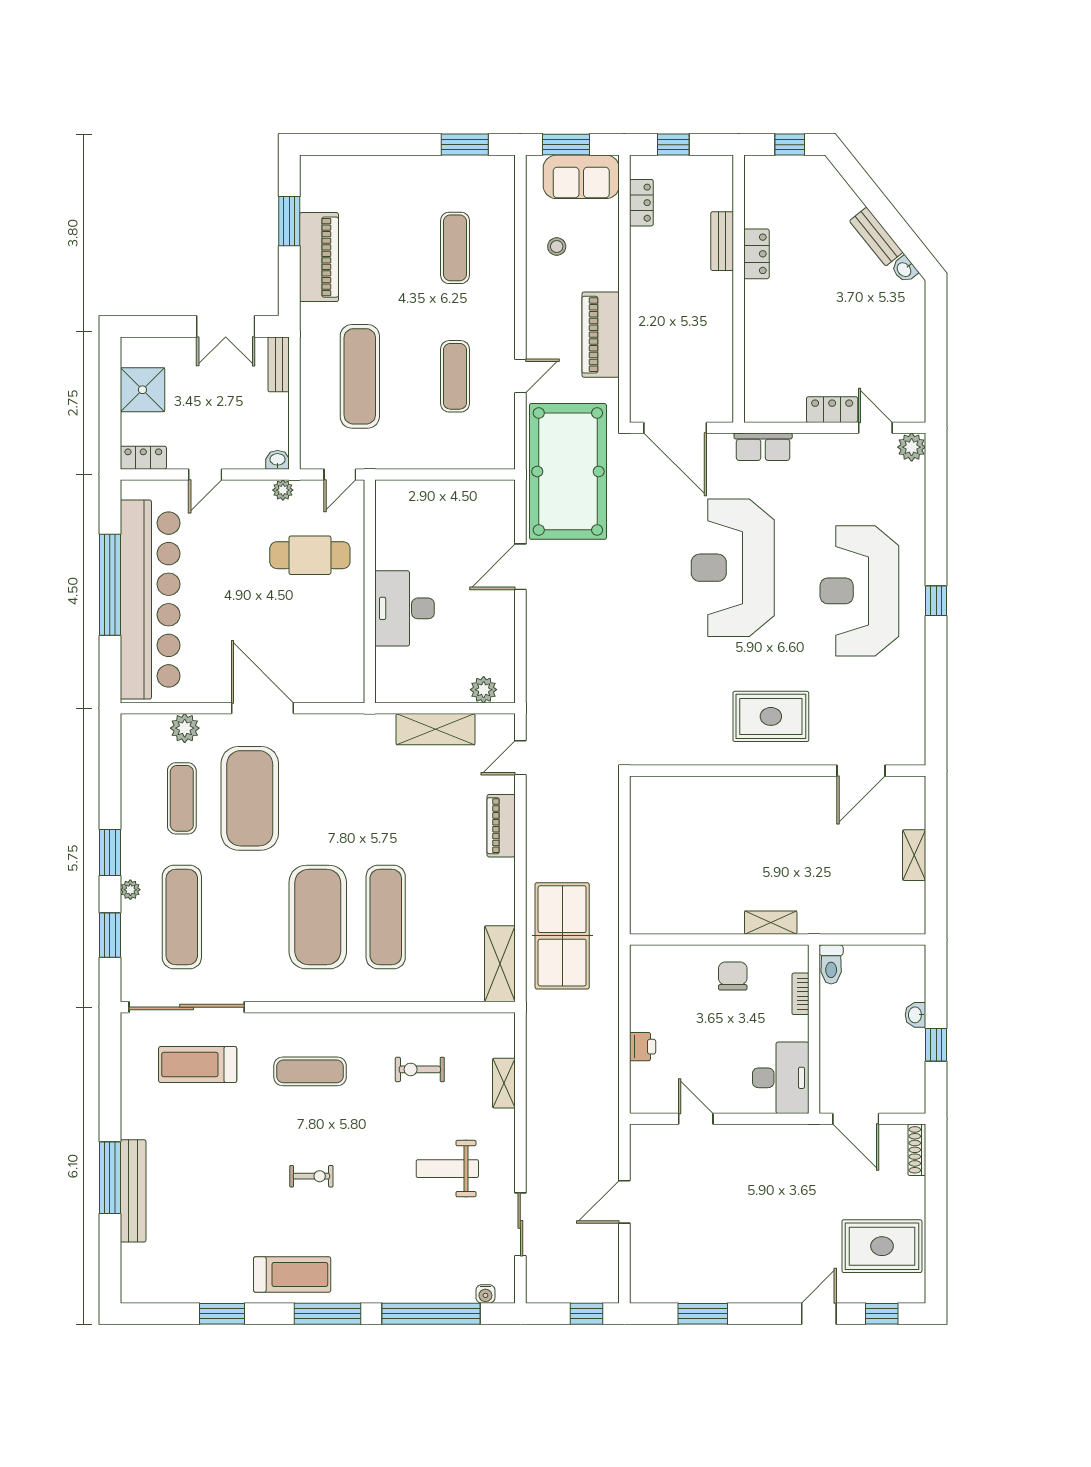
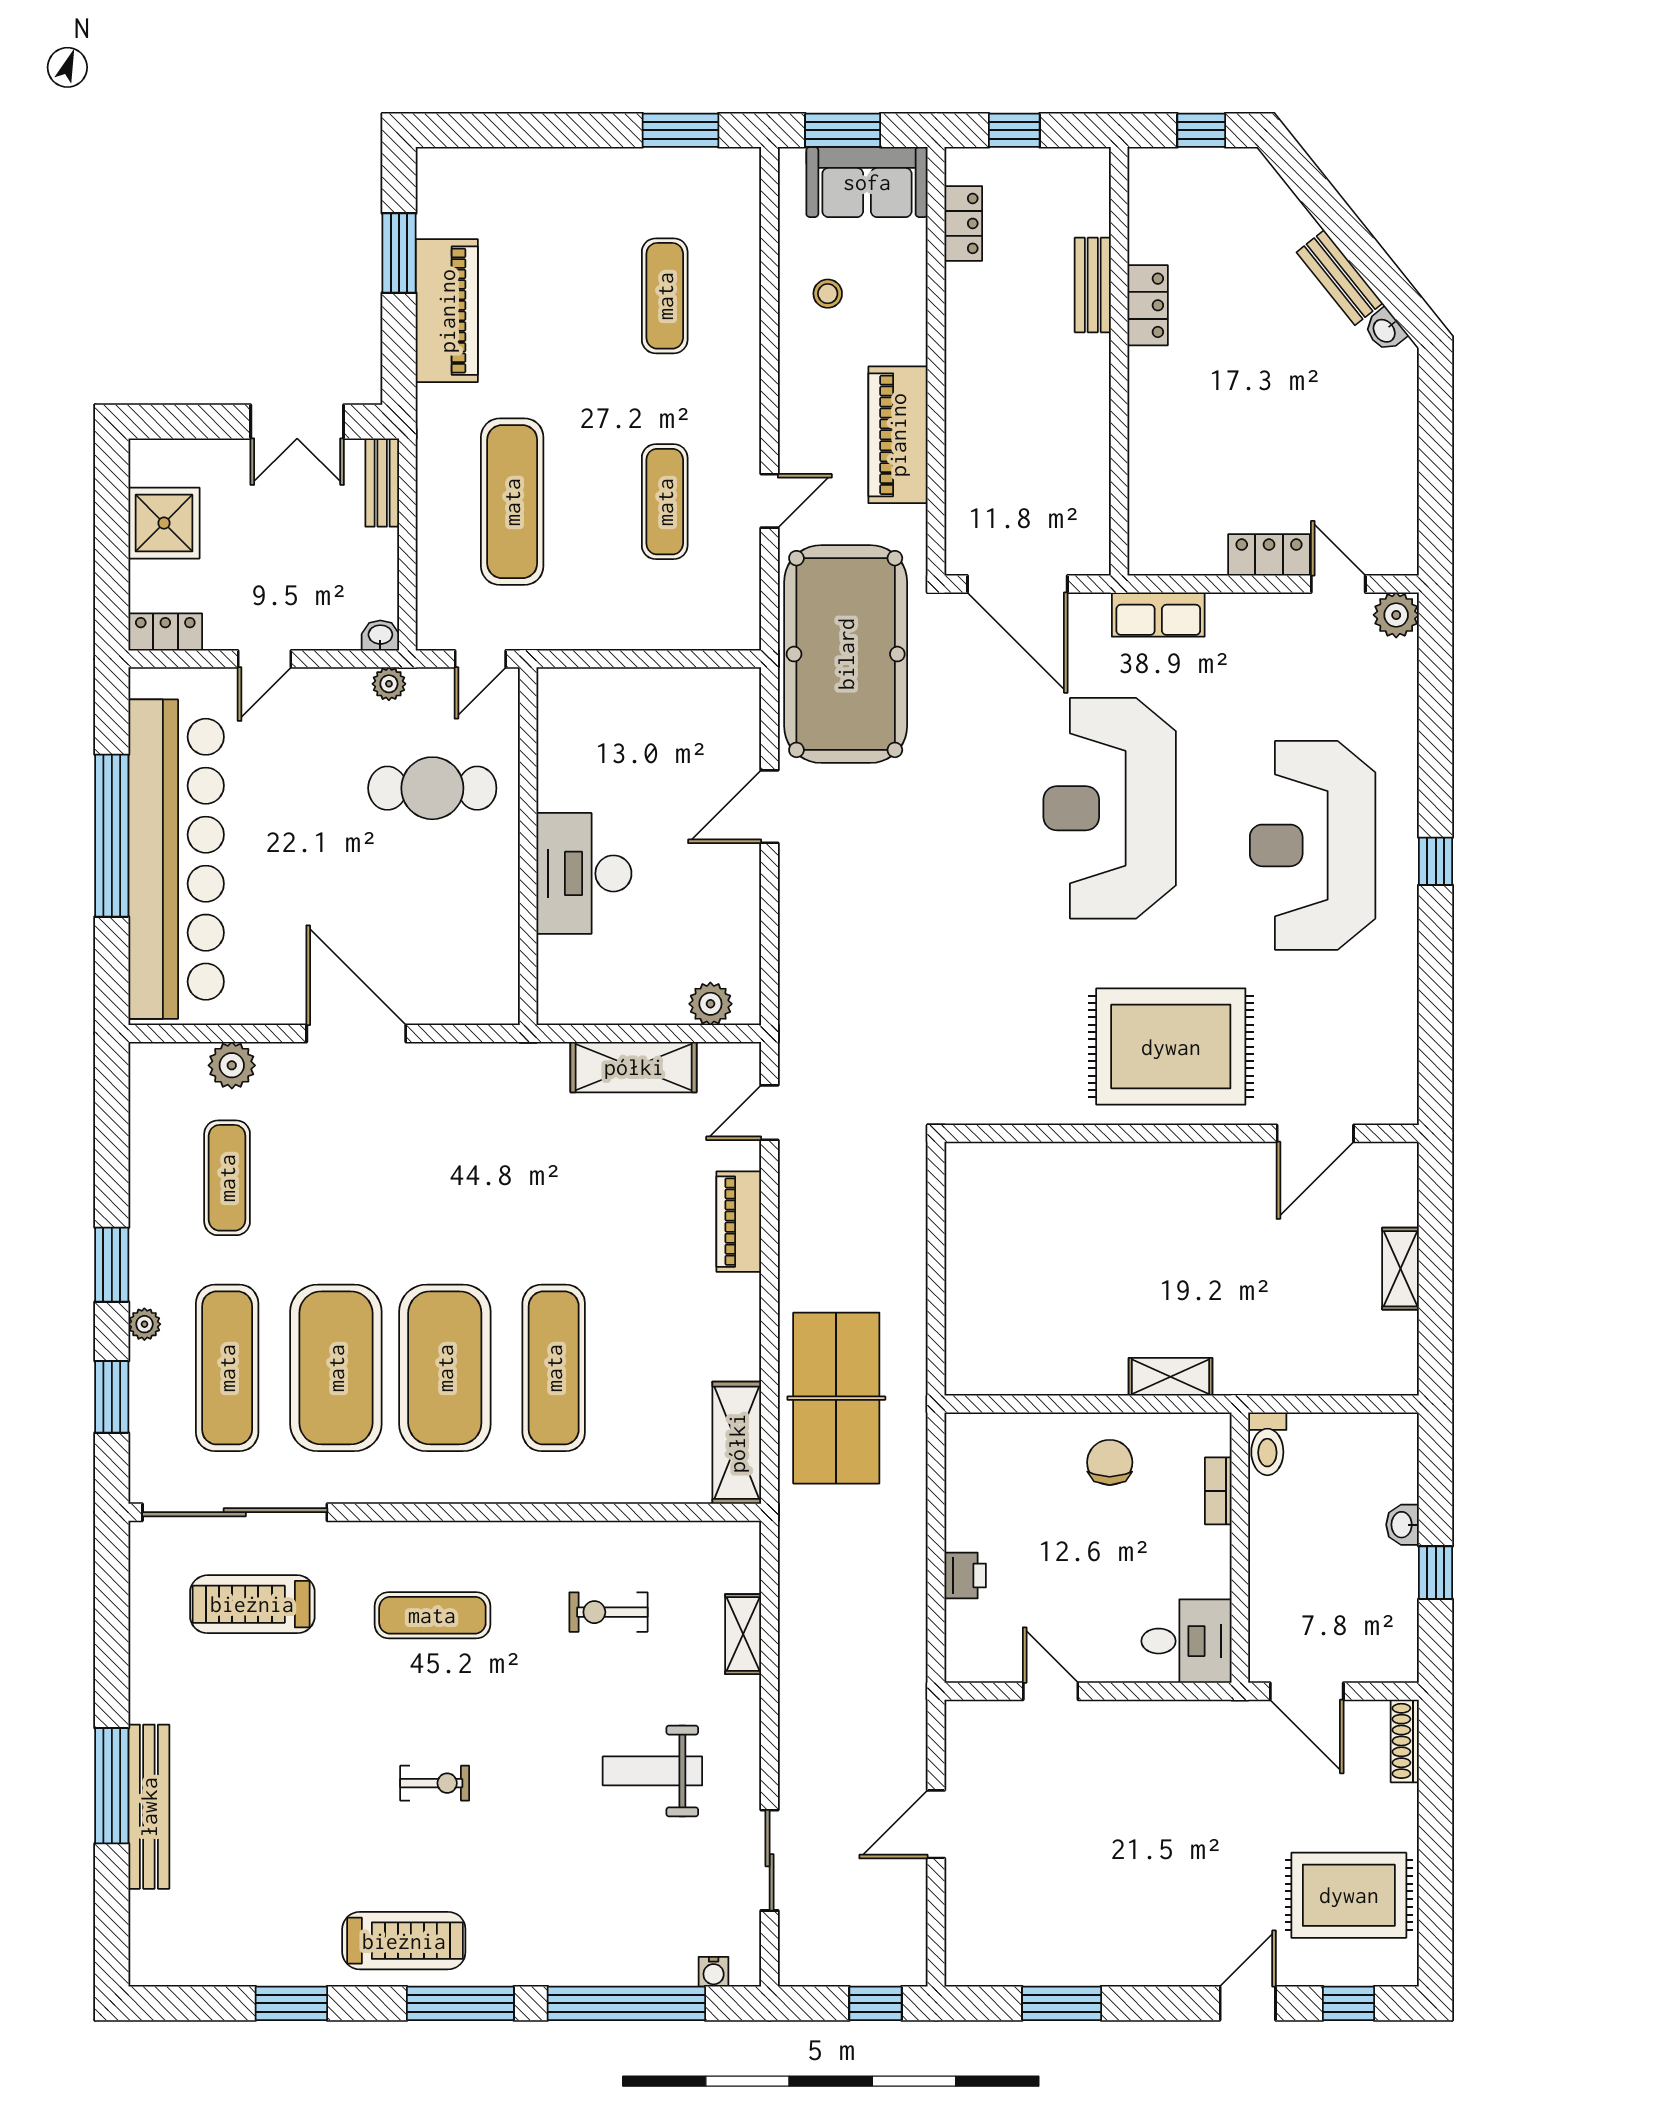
rug: (771, 716) -> (1171, 1047), width x1.37, depth x1.44
exercise mat: (250, 798) -> (336, 1368), moved
desk: (781, 1078) -> (1186, 1641), width x0.73

